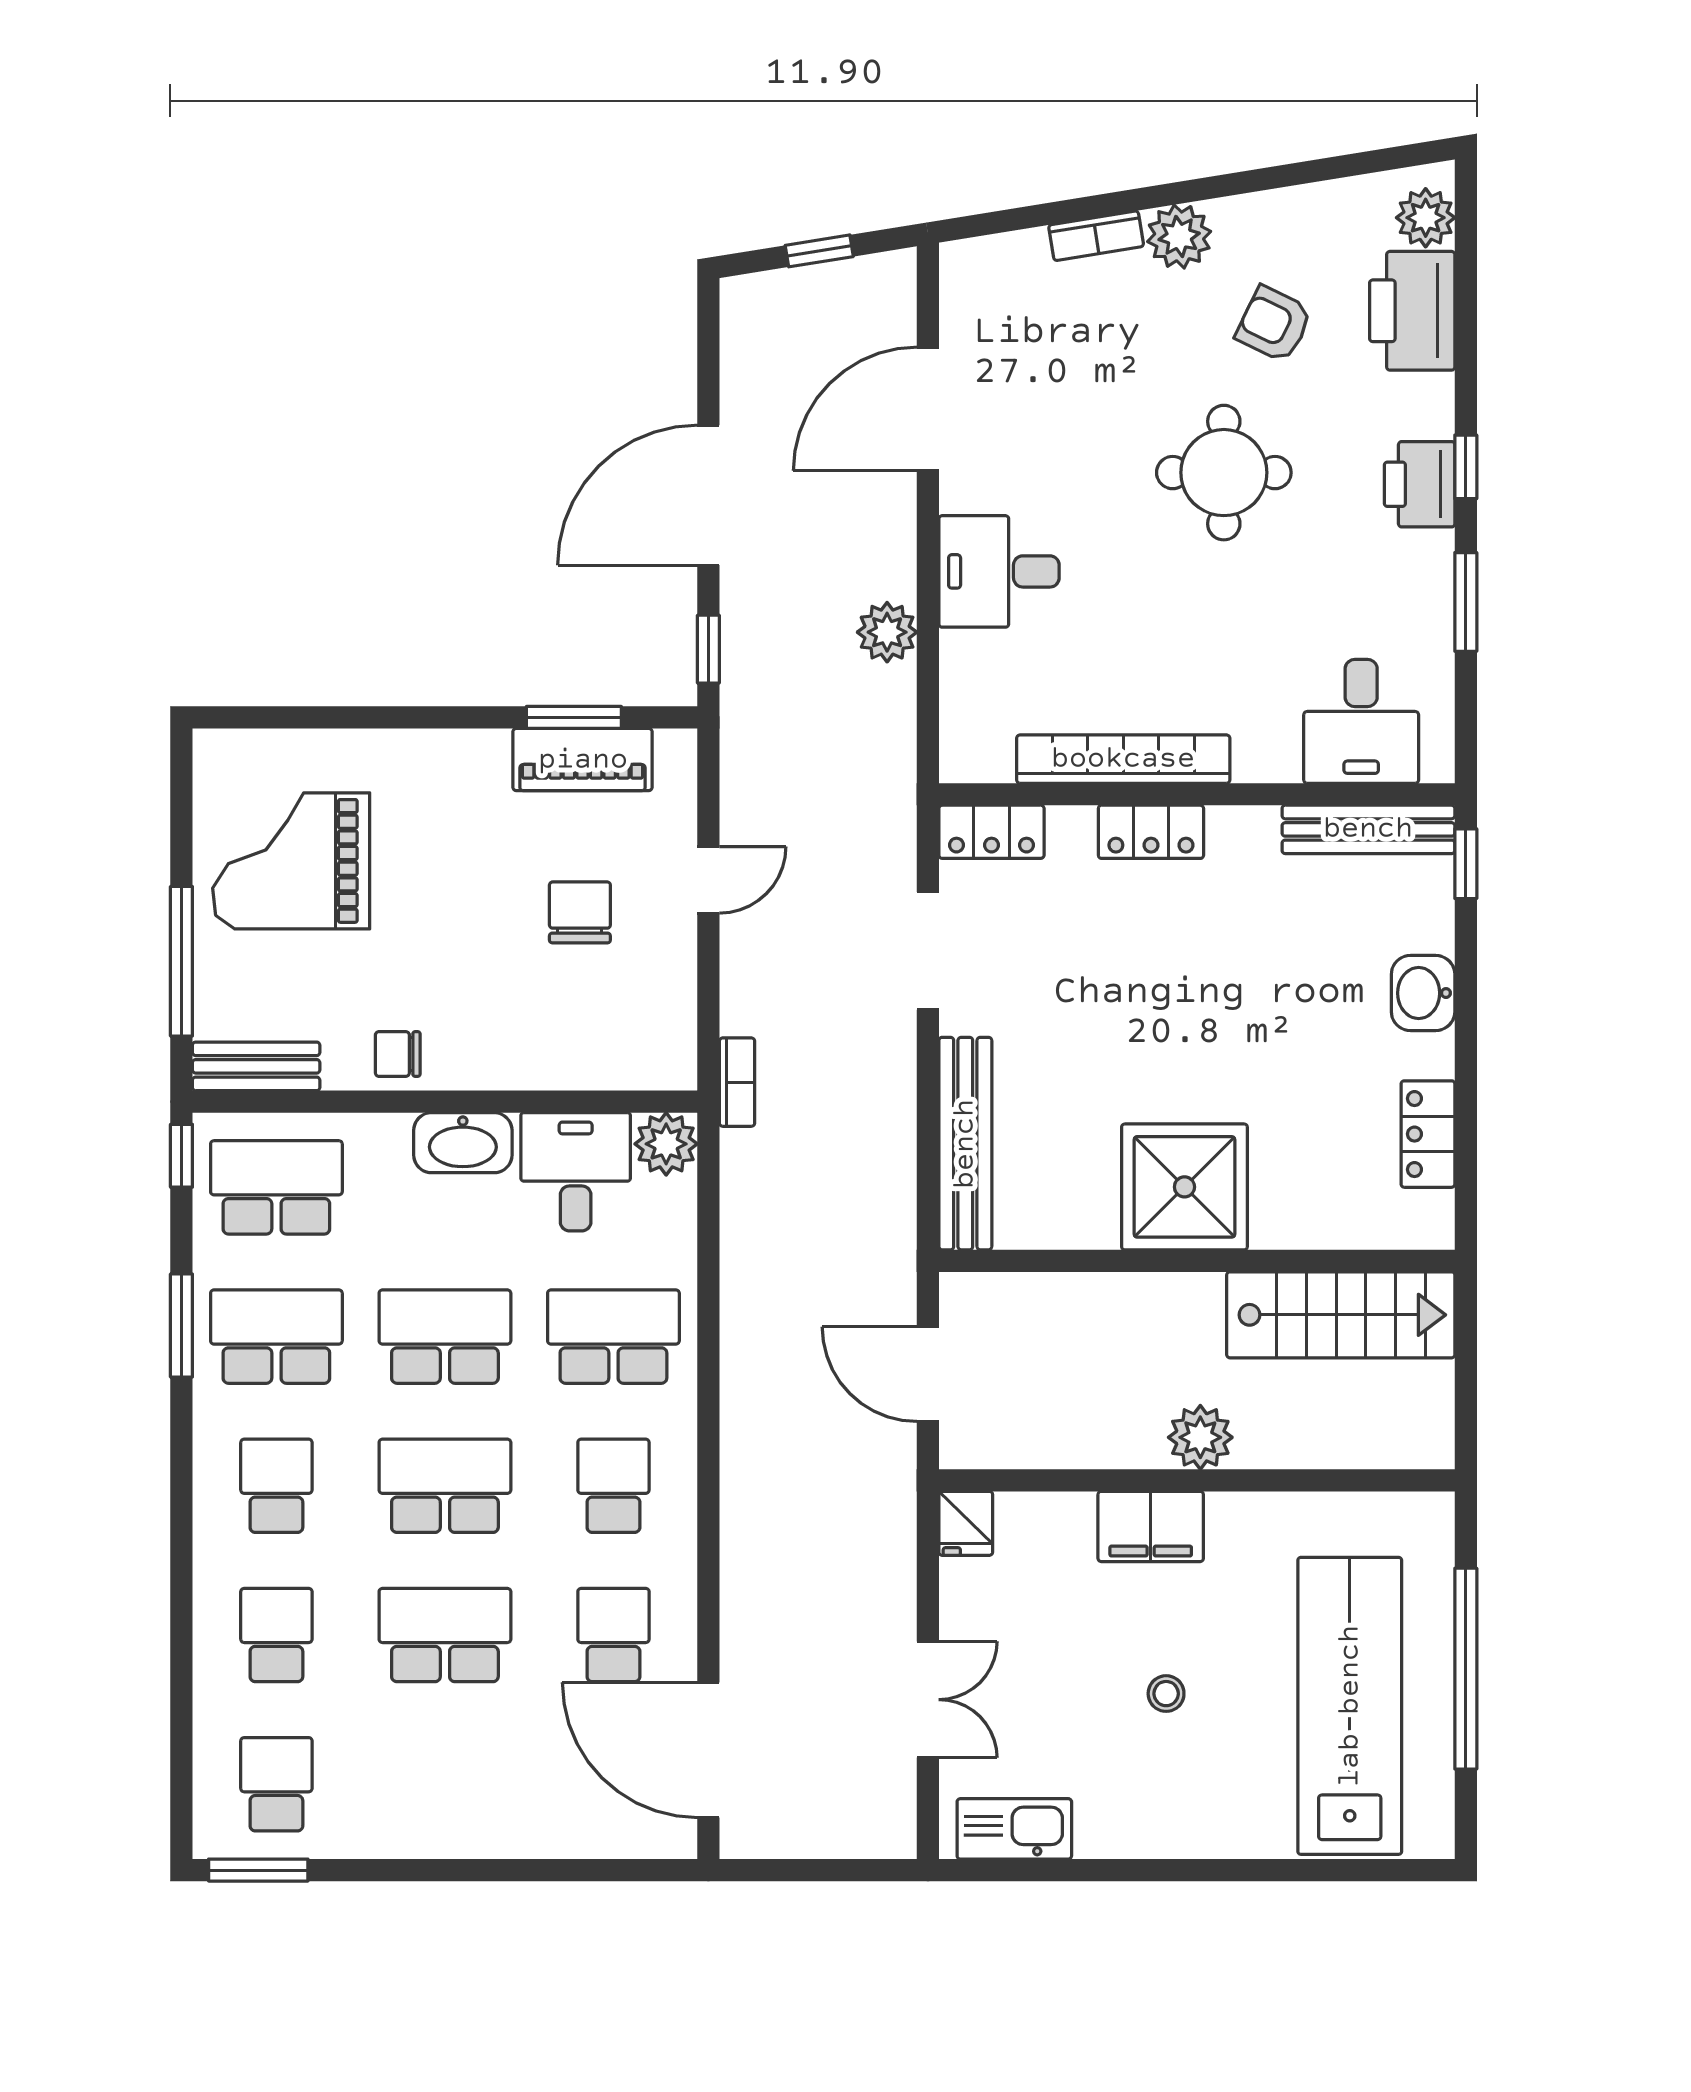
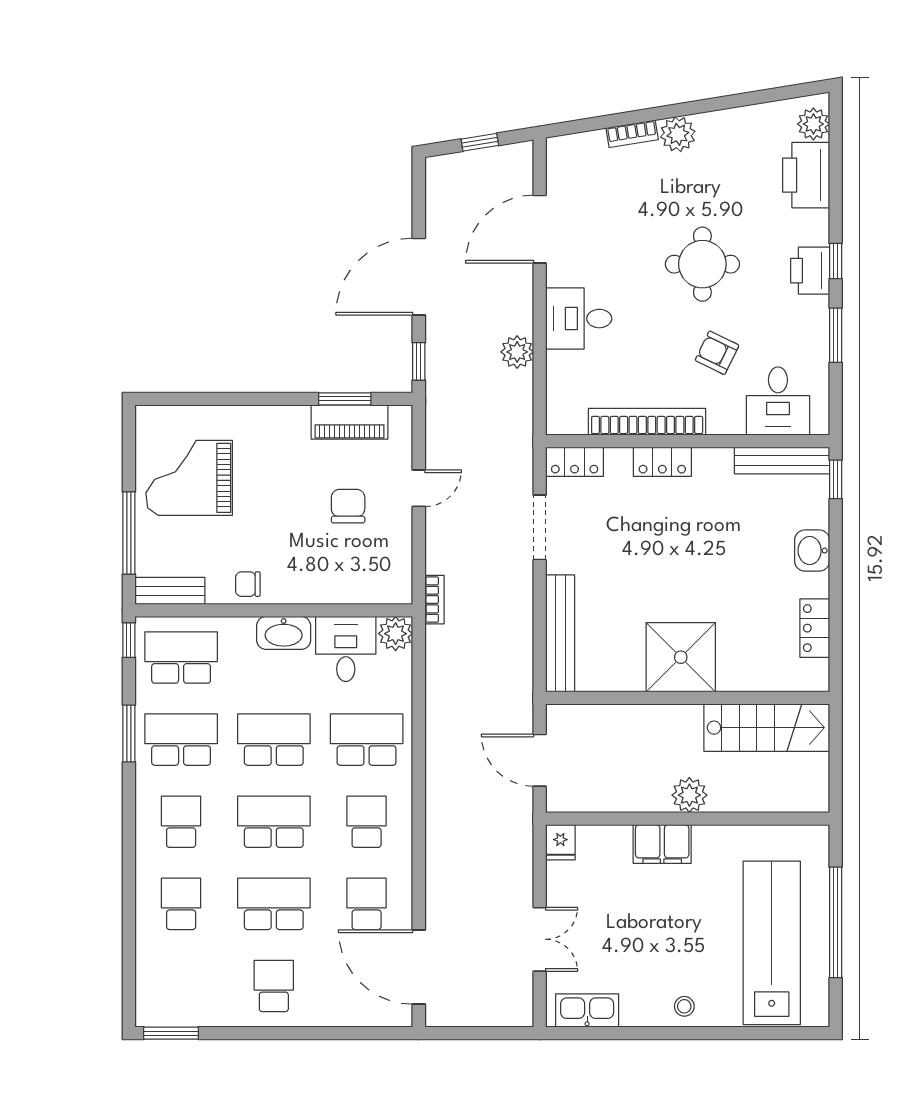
armchair: (1274, 324) -> (717, 353), moved
stool: (1166, 1694) -> (684, 1006), moved
school desk: (276, 1784) -> (274, 986), moved

